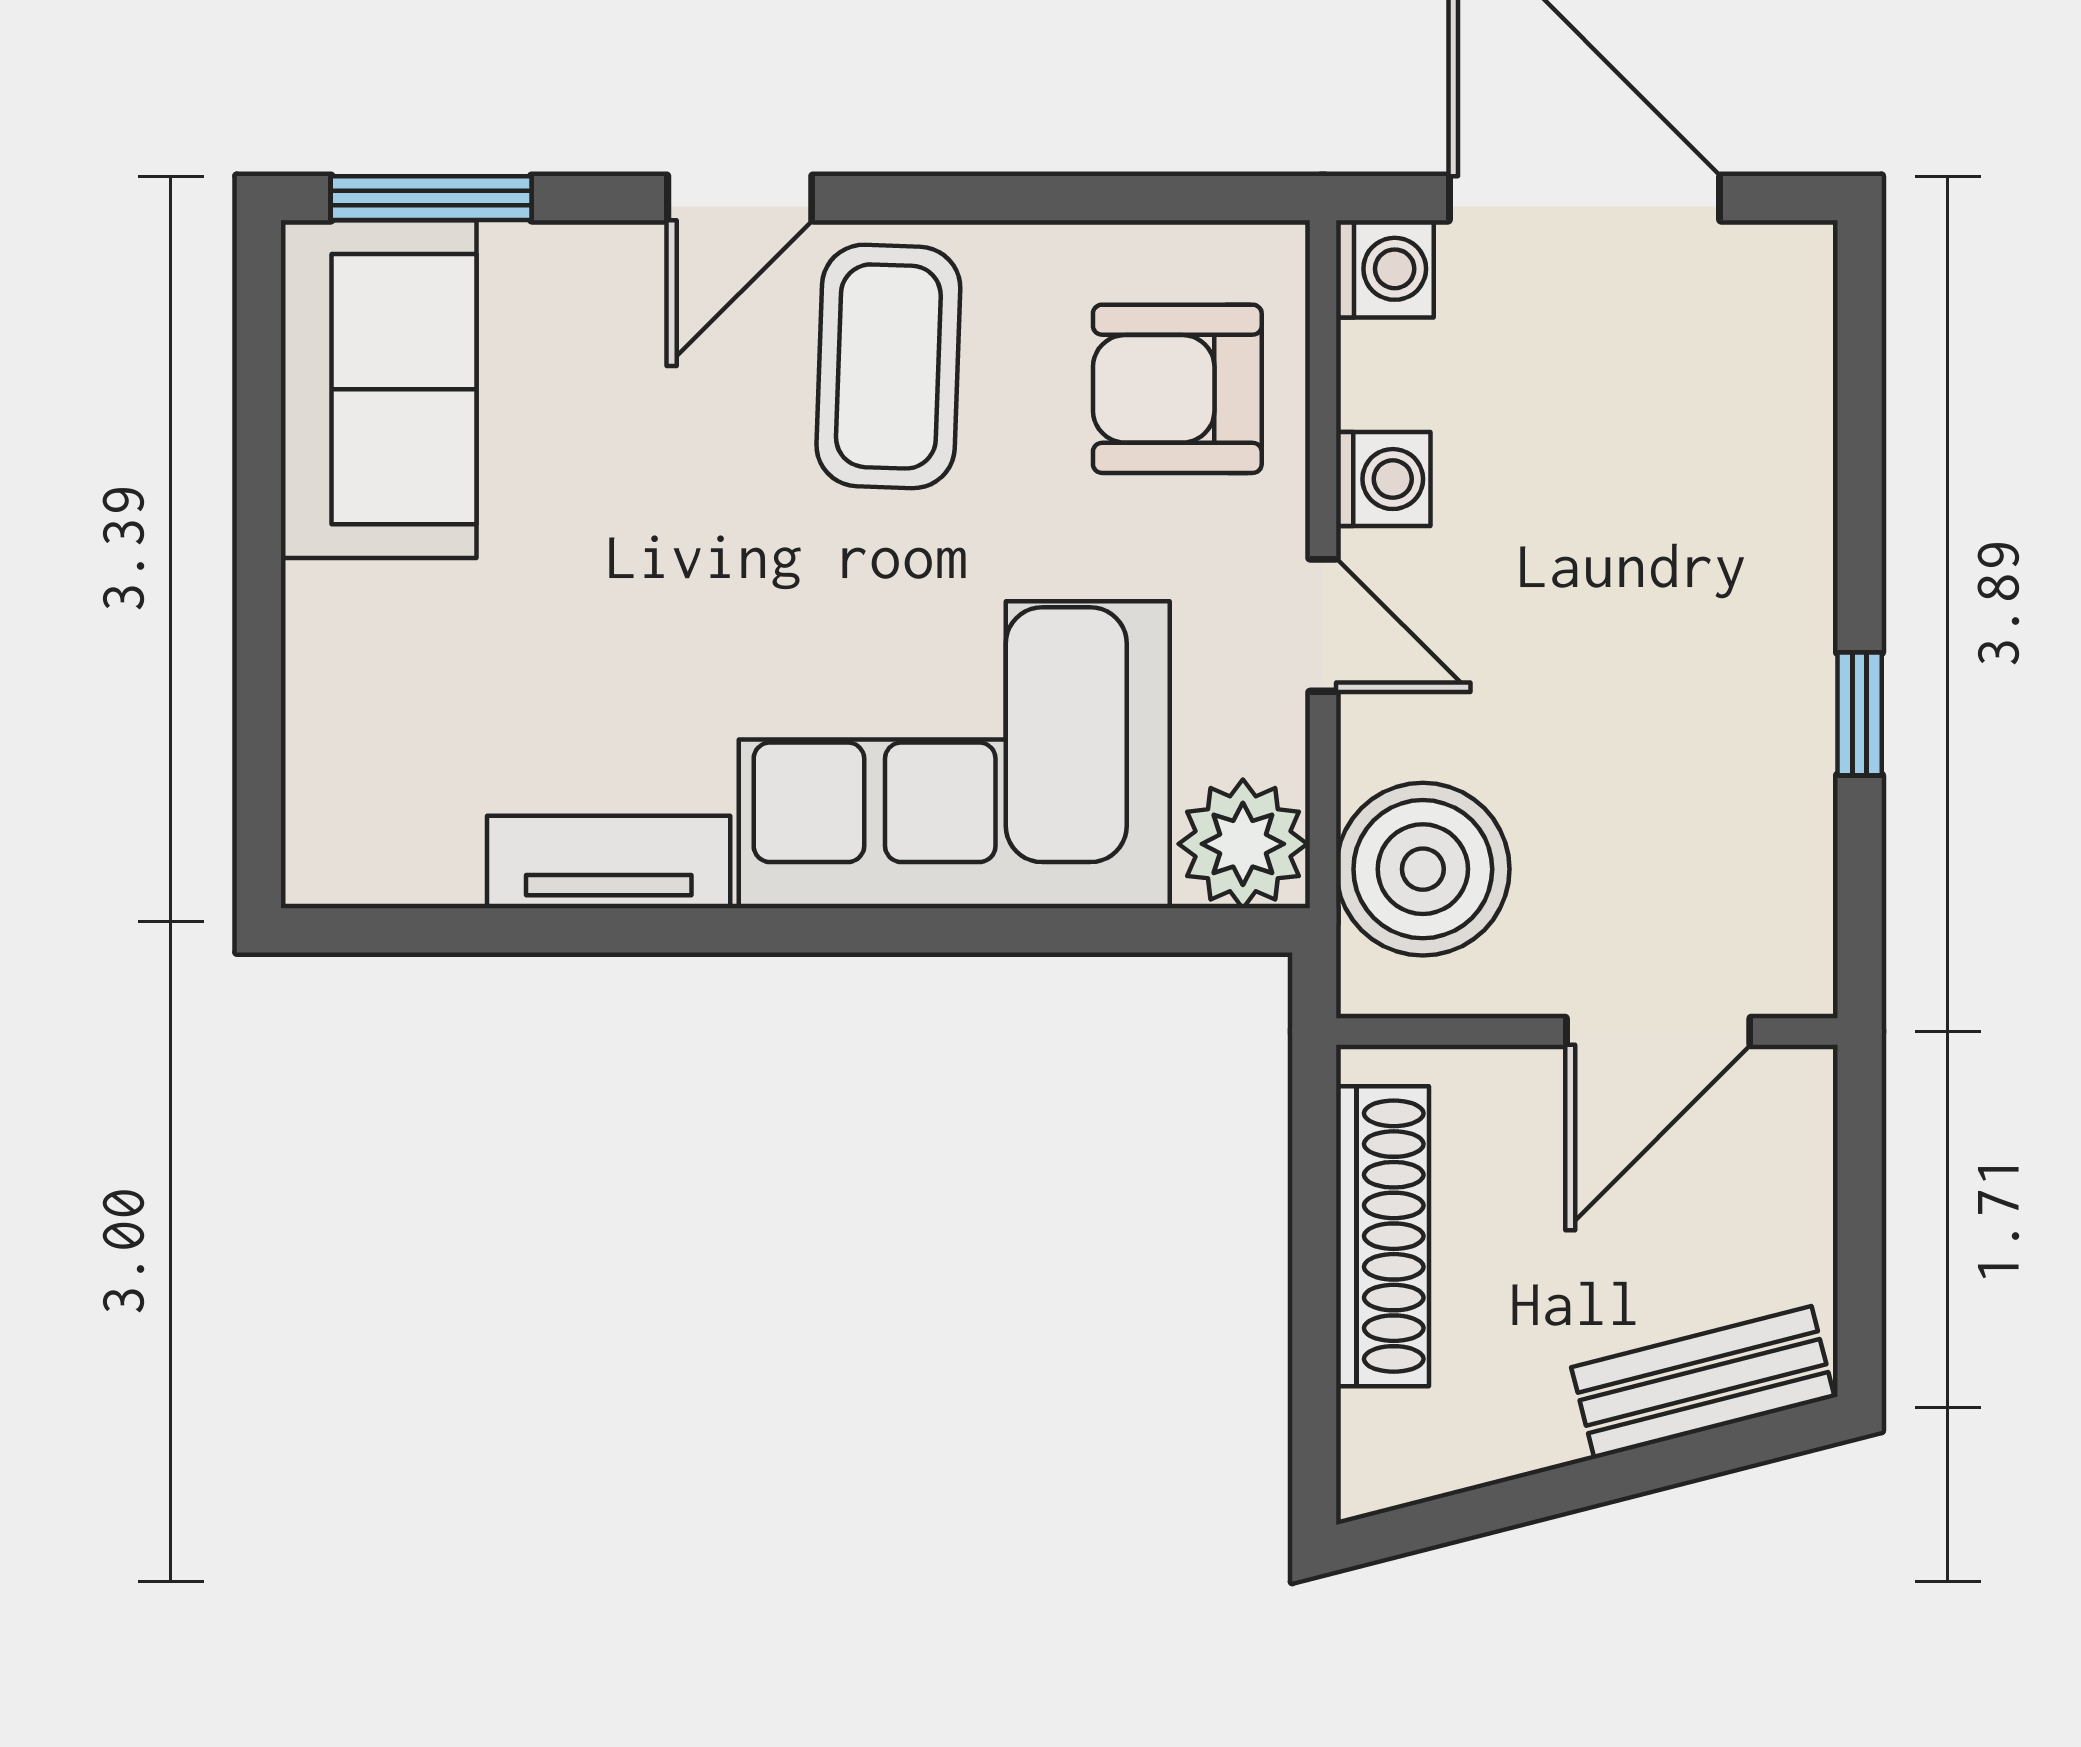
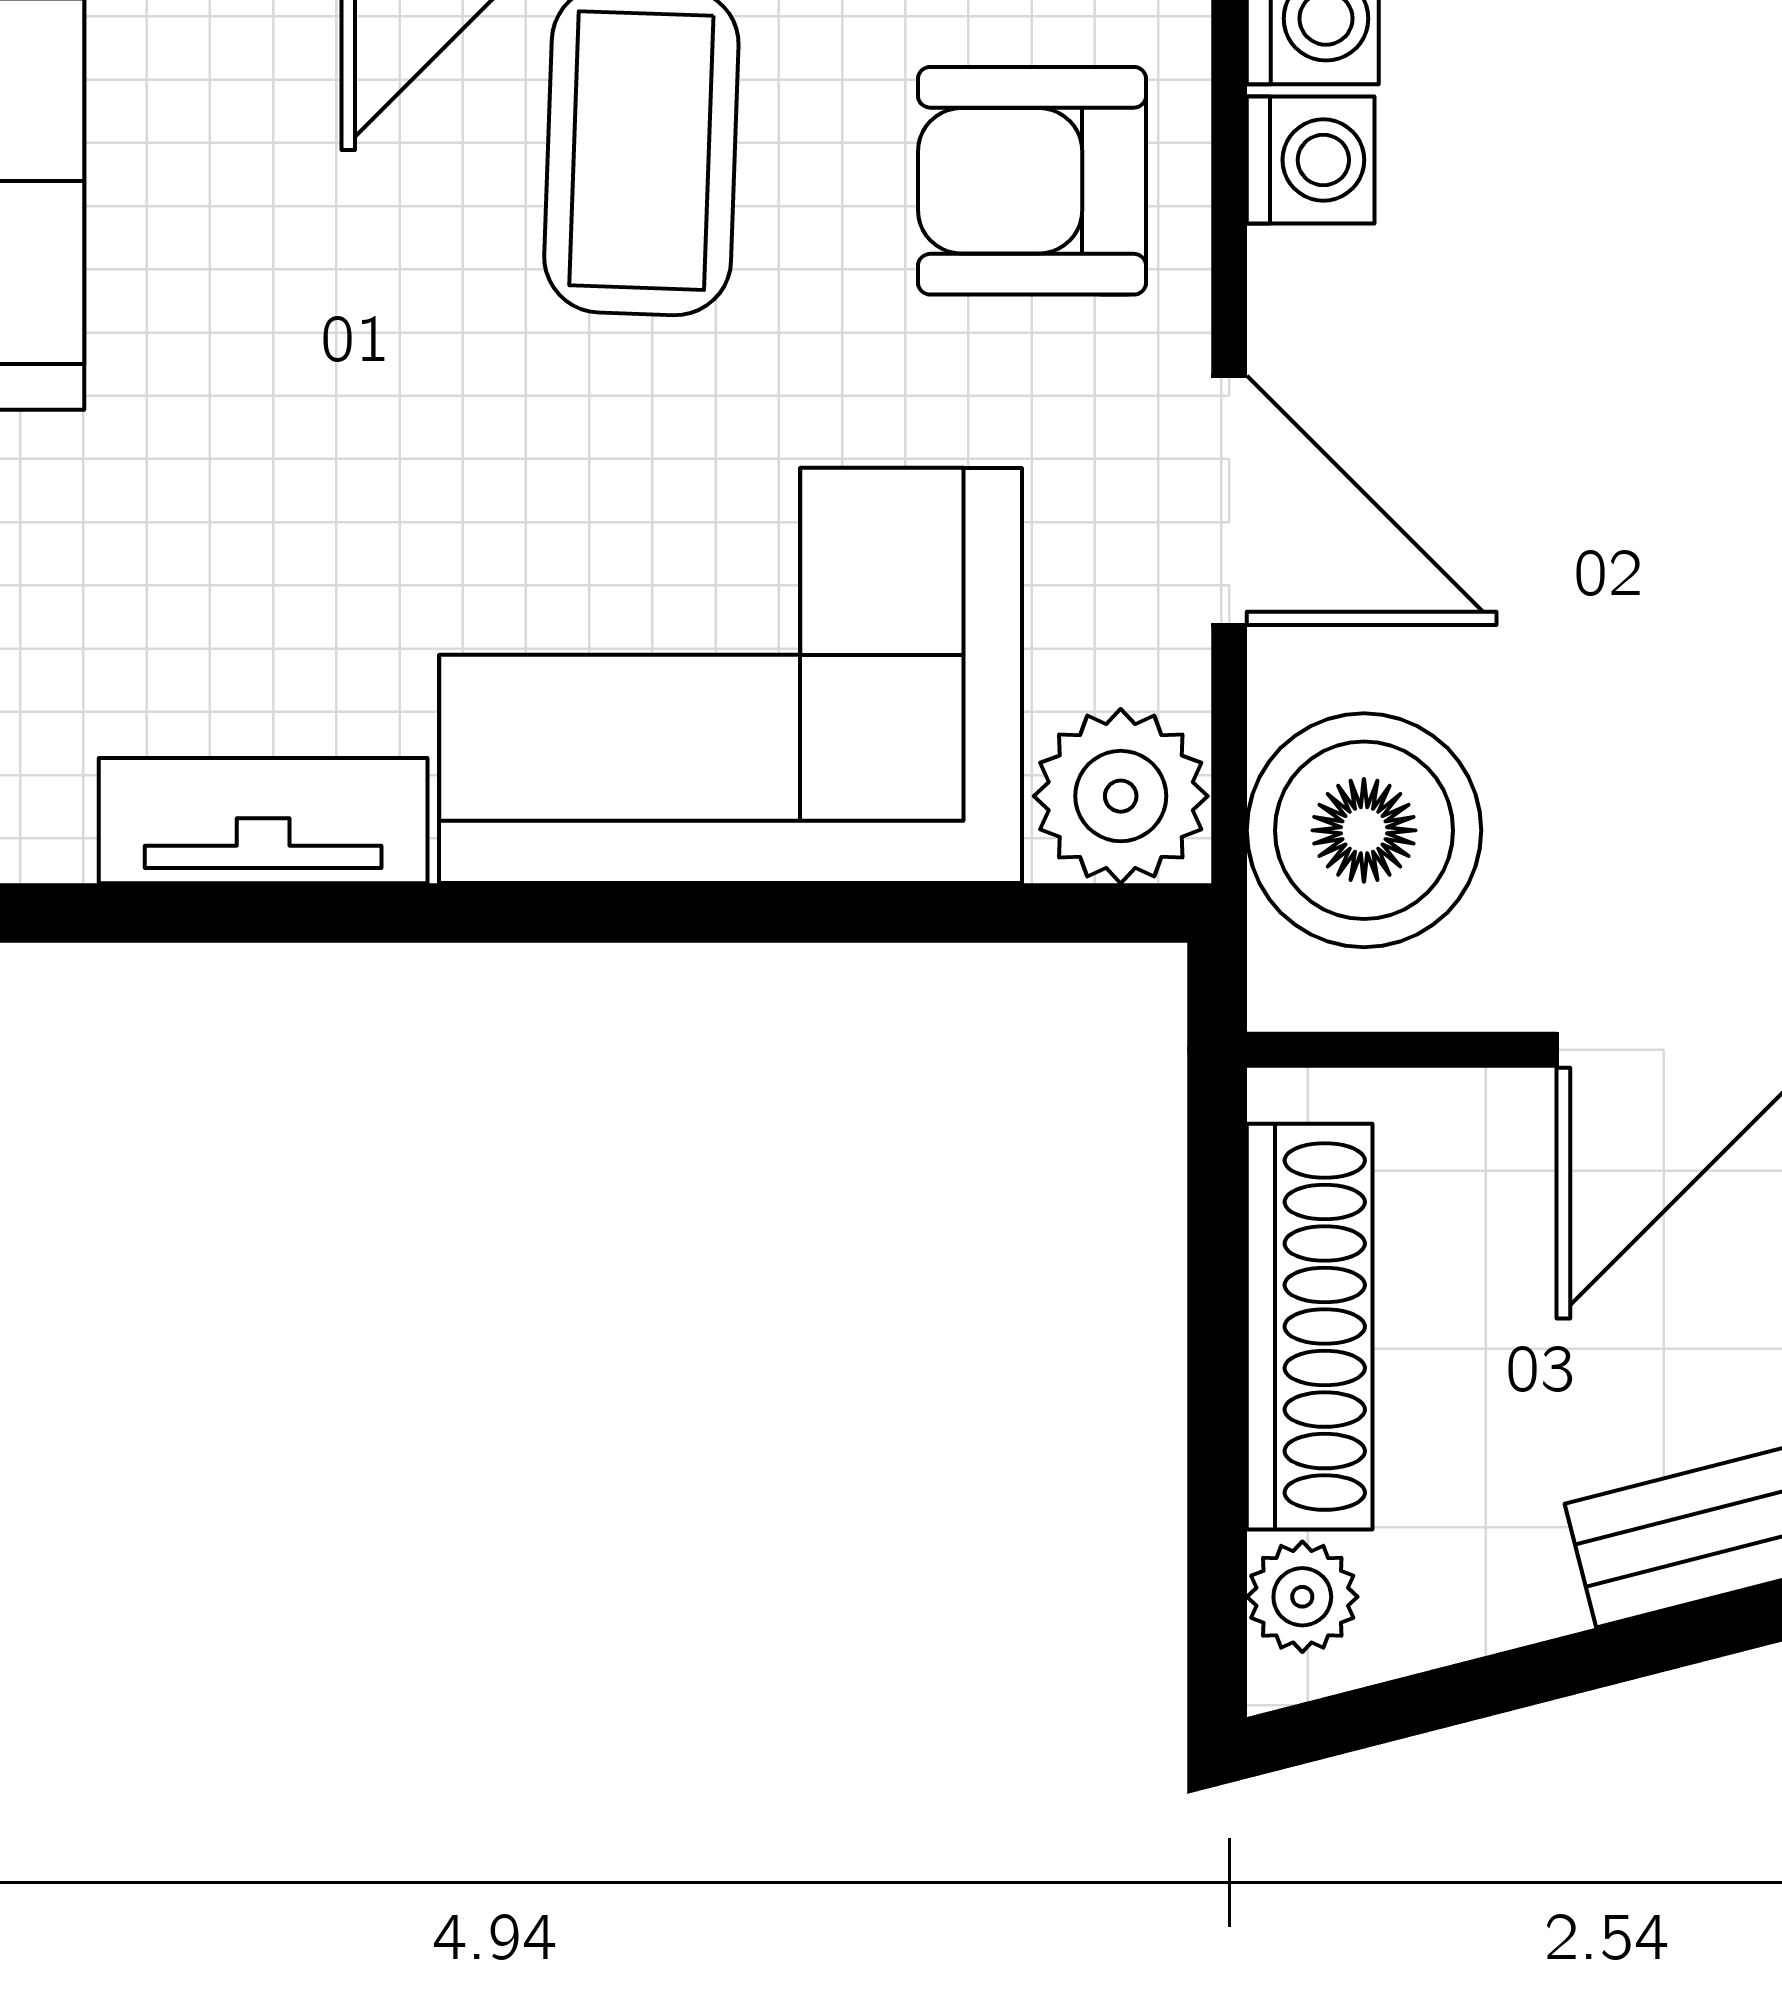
washing machine: (1383, 479) -> (1311, 160), moved
door: (1323, 625) -> (1229, 500), width x1.38
plant: (1377, 1436) -> (1302, 1597), added

